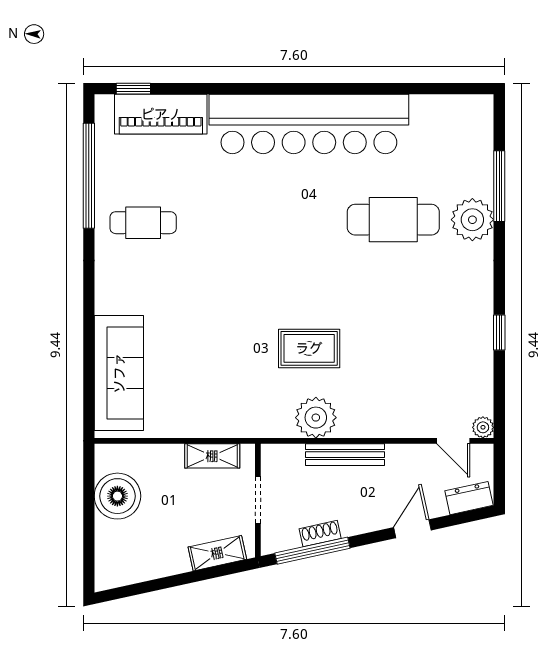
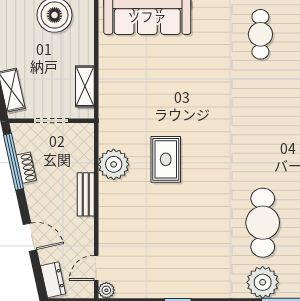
bench: (345, 455) -> (86, 194), width x0.73

